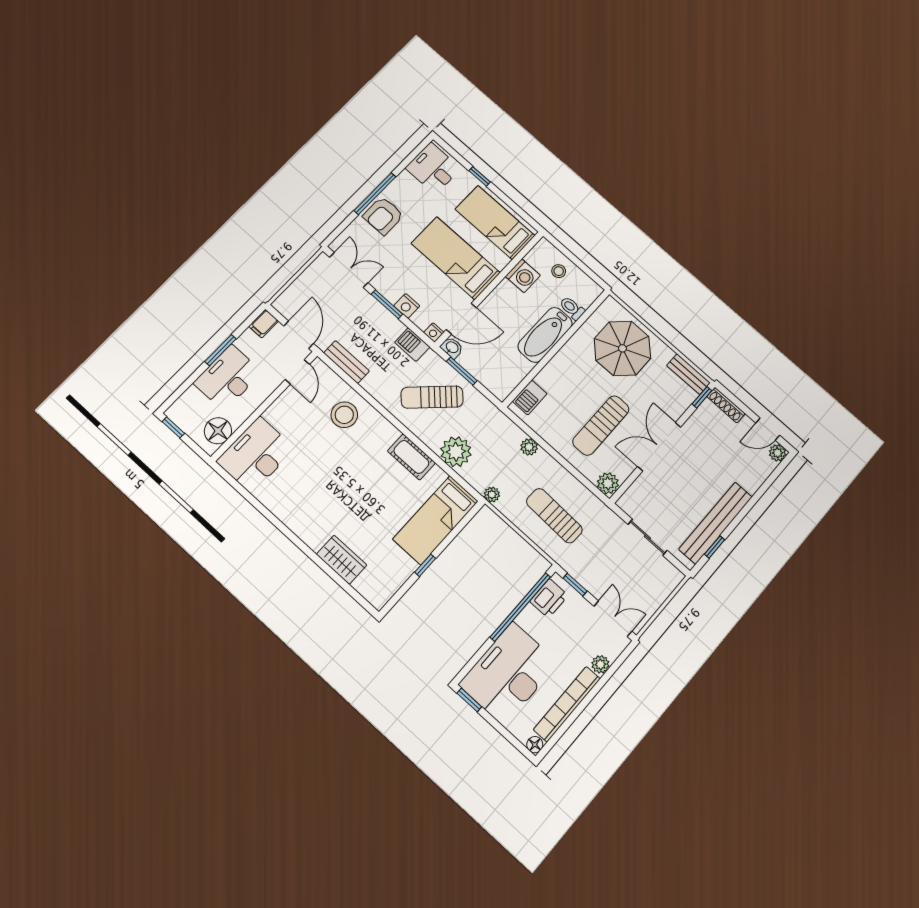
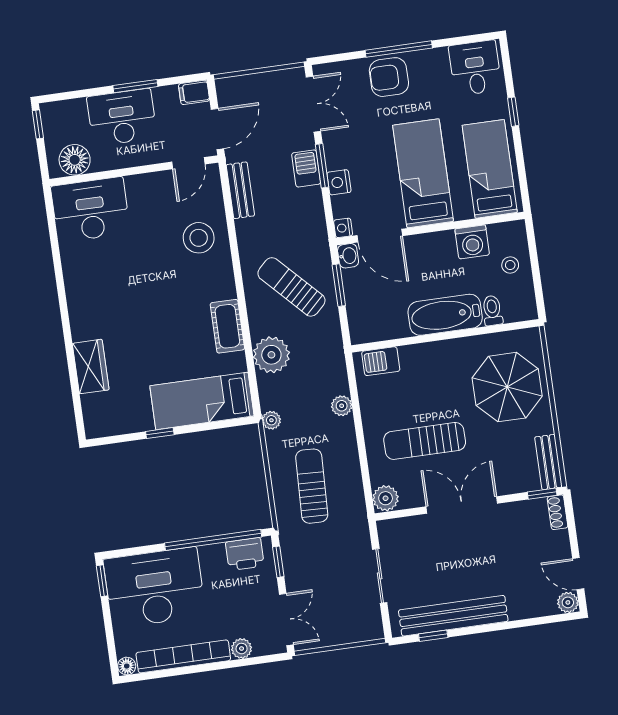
barbecue: (412, 345) -> (306, 168), moved
shoe rack: (726, 405) -> (558, 512), width x0.70

